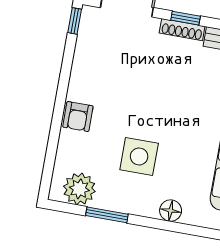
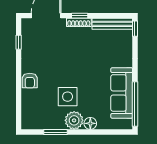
window: (75, 21) -> (19, 42), moved
plant: (79, 189) -> (74, 120), moved

